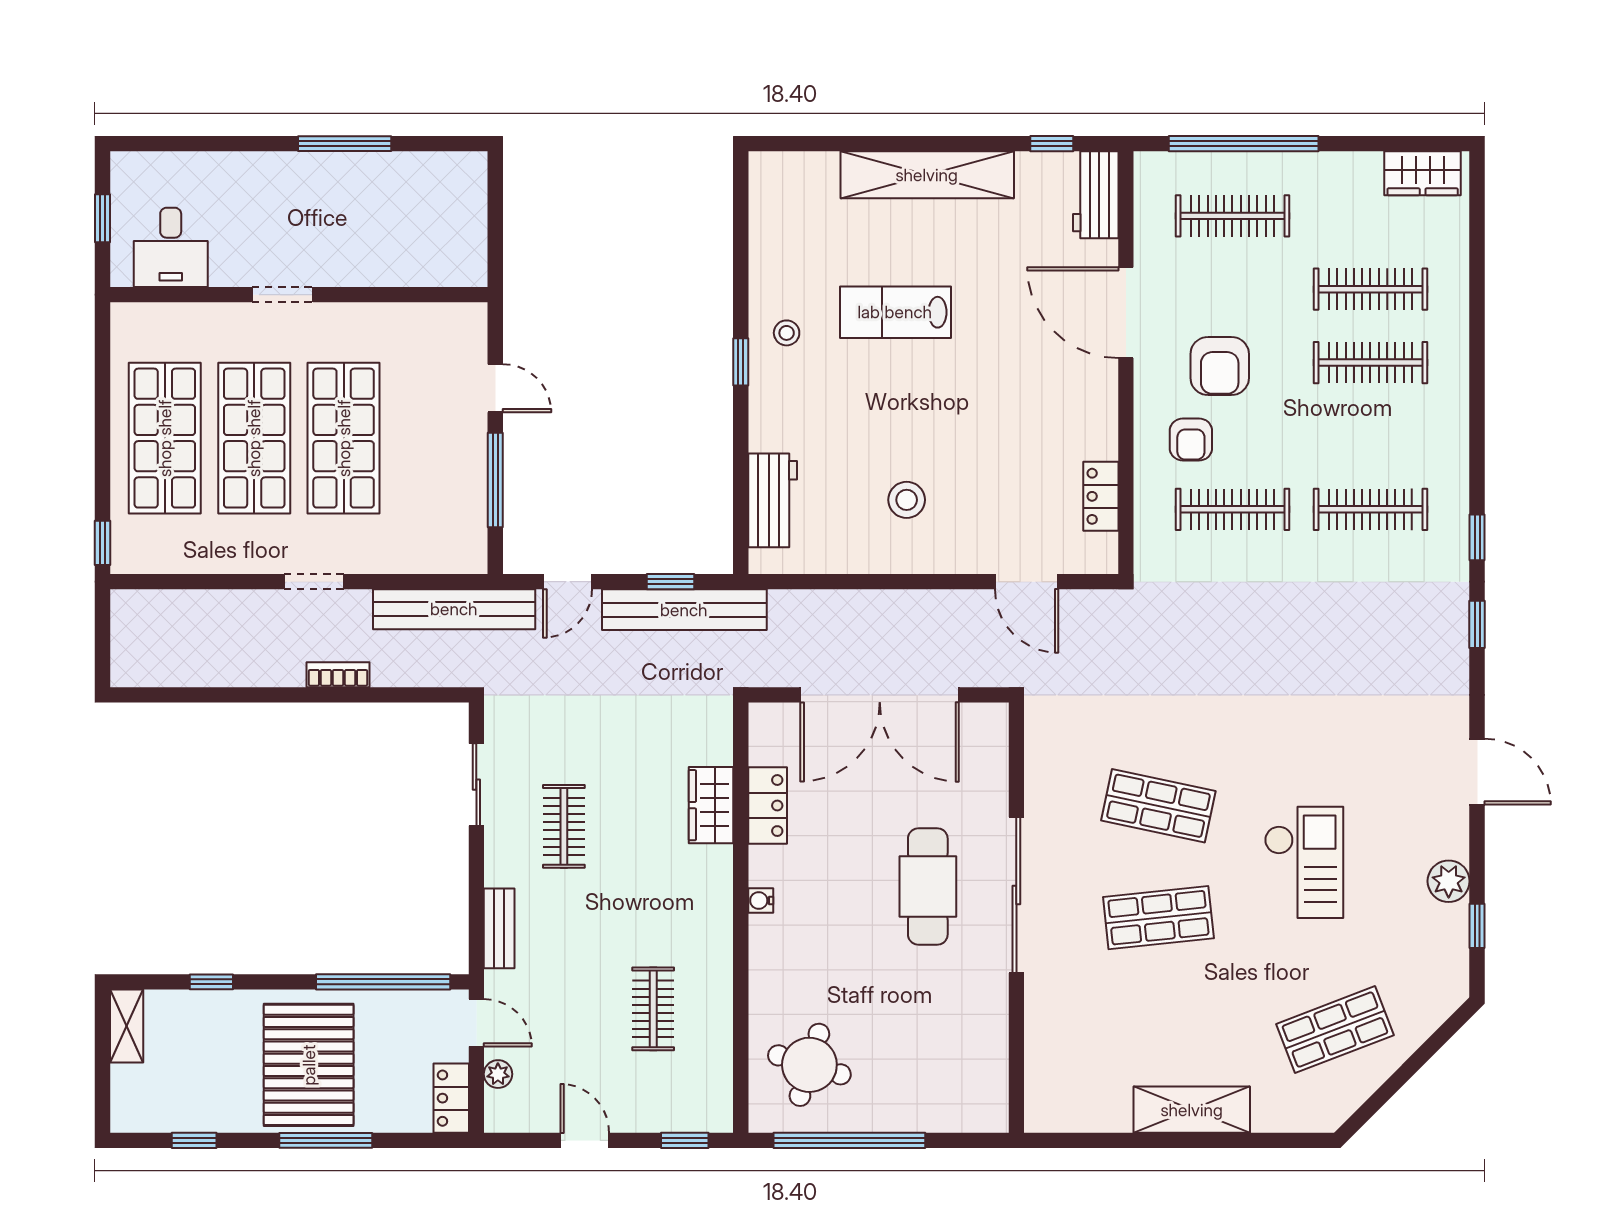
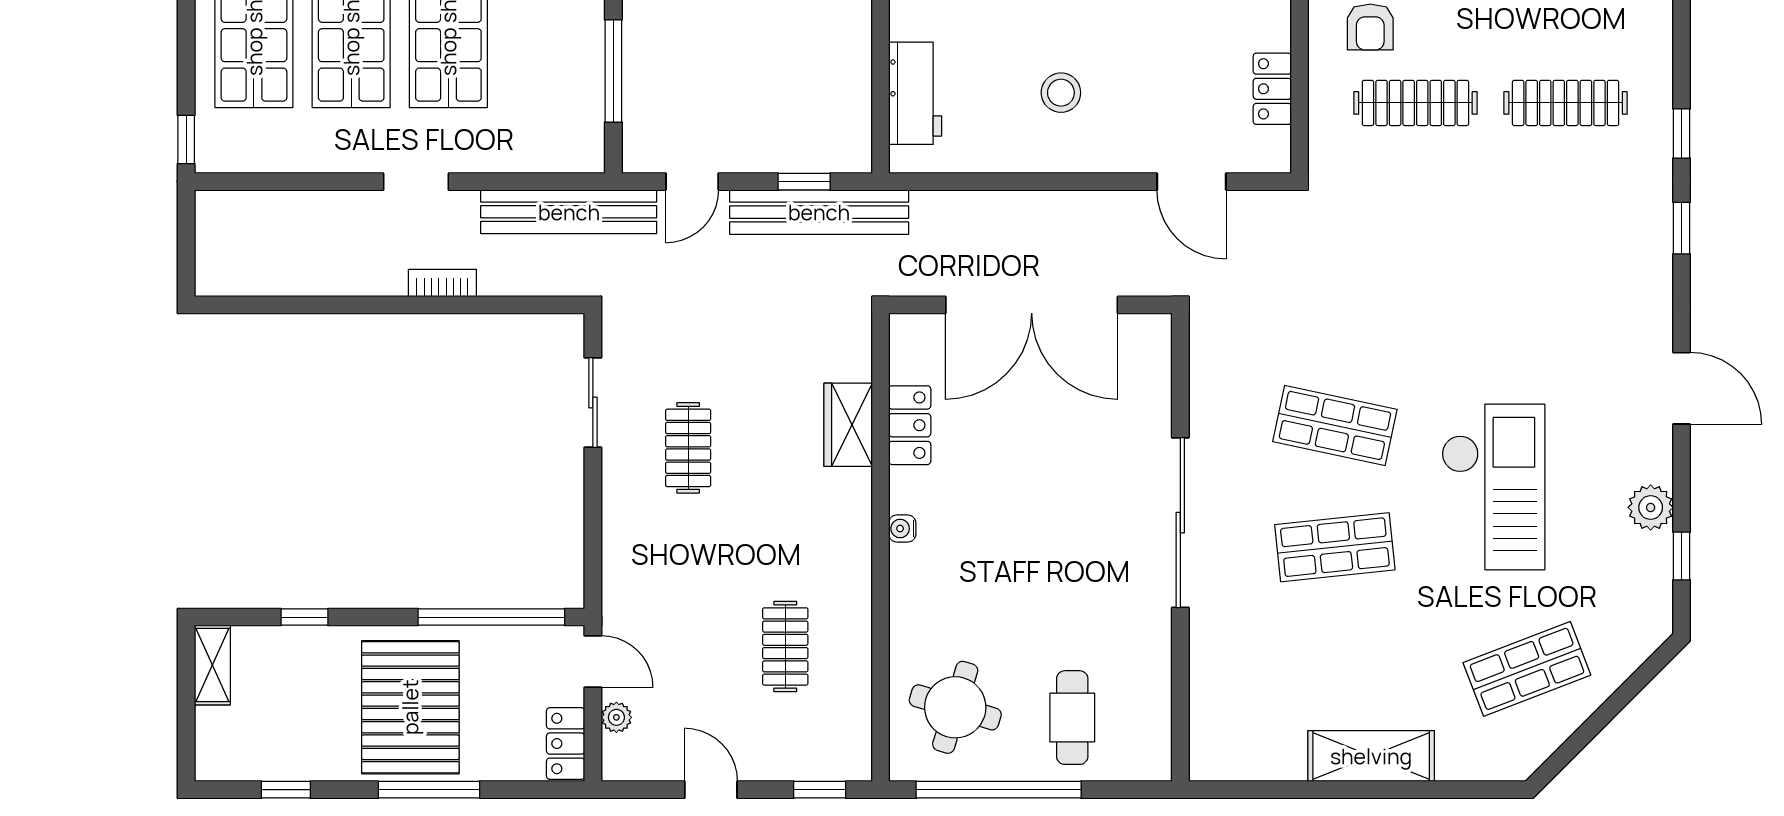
checkout: (1304, 862) -> (1493, 487), width x1.36, depth x1.21
cafe table: (928, 886) -> (1072, 718), moved, width x0.73, depth x0.74
bench: (499, 928) -> (618, 559), removed

